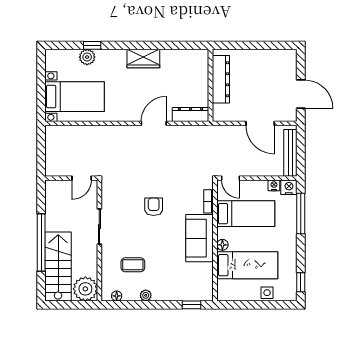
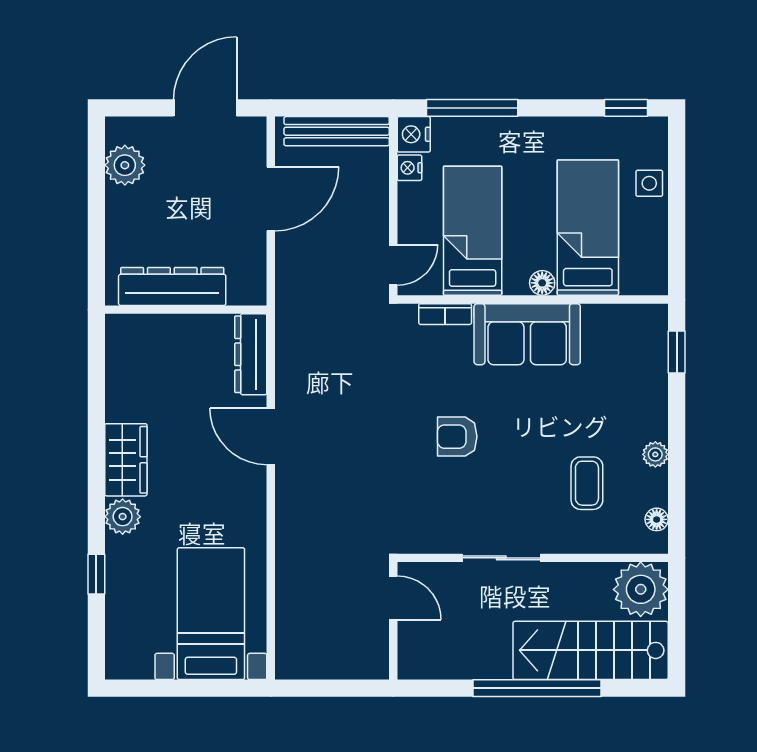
plant: (87, 57) -> (123, 517), moved
plant: (275, 58) -> (125, 165), added

